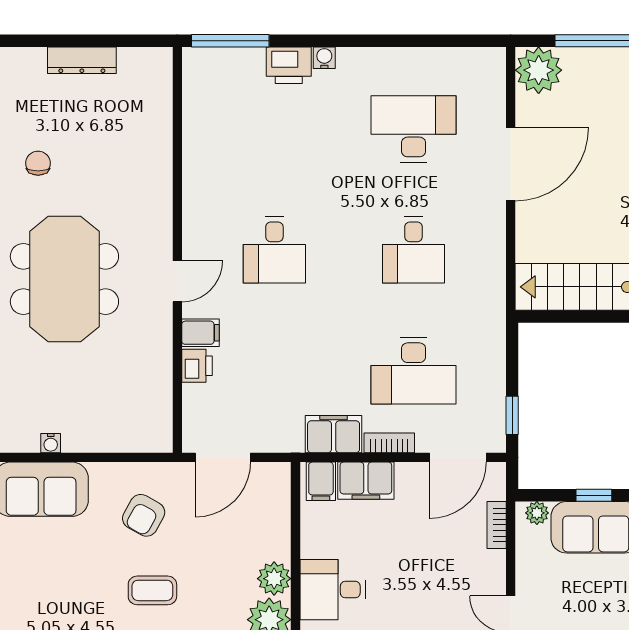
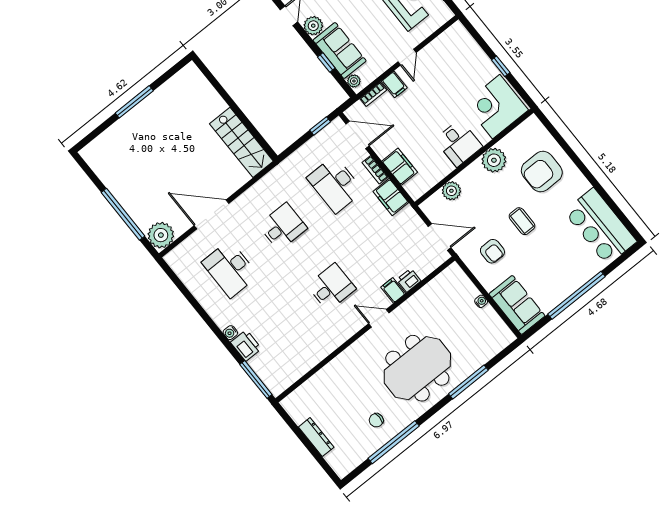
desk: (414, 371) -> (335, 184), turned 180
water cooler: (51, 443) -> (481, 301), moved
filing cabinet: (321, 481) -> (394, 84), moved, turned 90
armchair: (144, 515) -> (492, 251), turned 61
plant: (274, 579) -> (451, 191), moved

